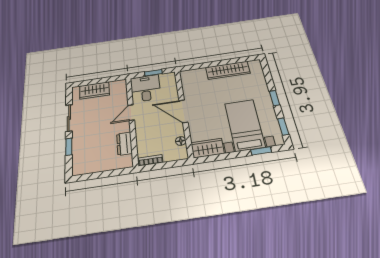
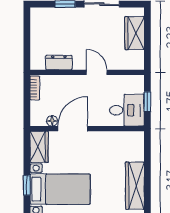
desk: (146, 88) -> (127, 110), moved
door: (183, 111) -> (73, 129), moved
window: (261, 151) -> (27, 185), moved

